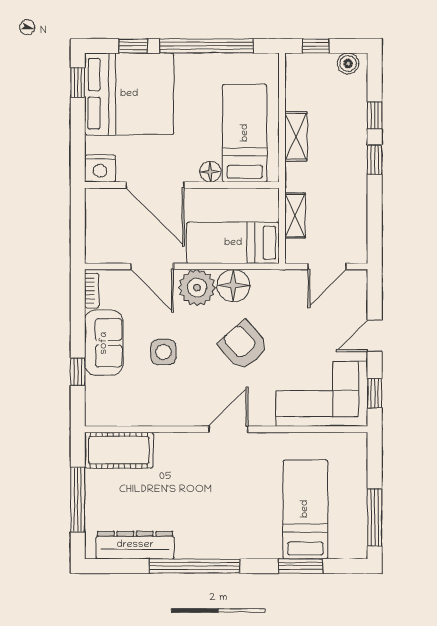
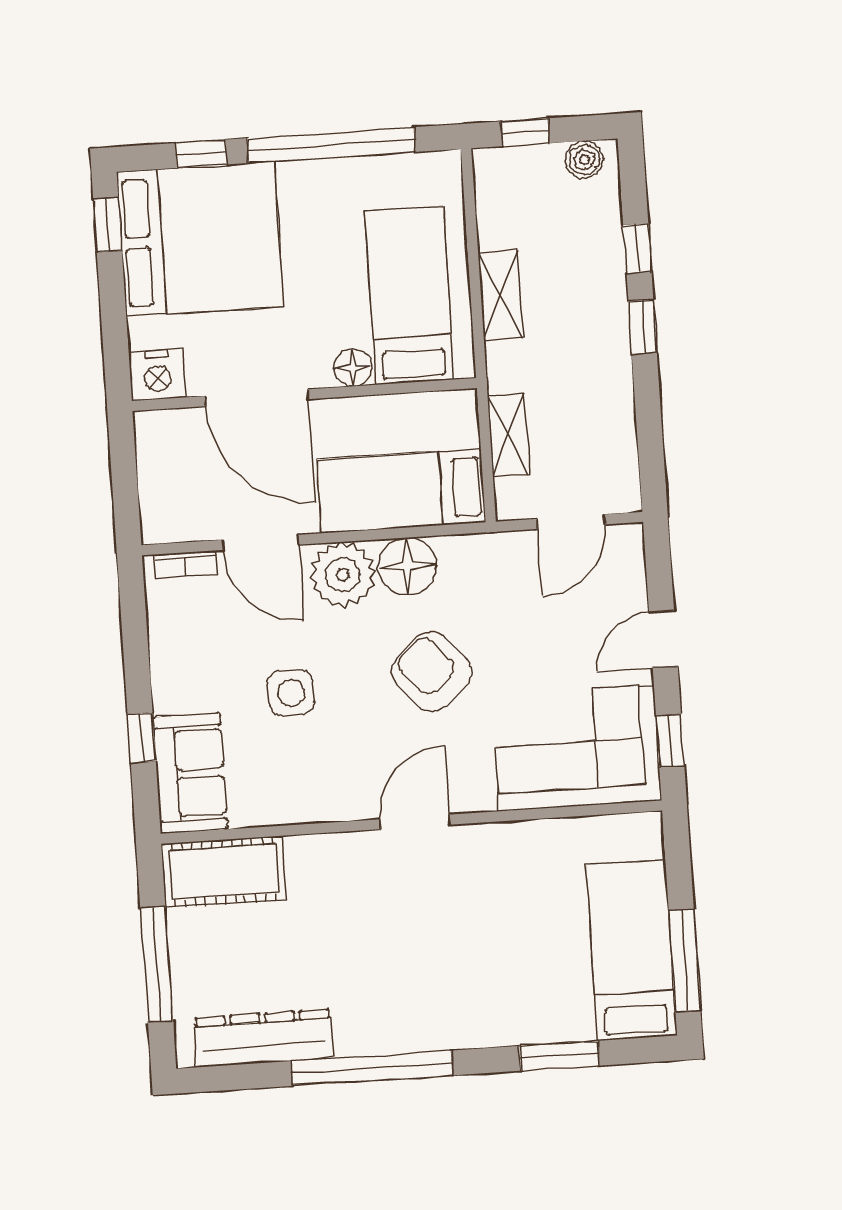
bookcase: (92, 291) -> (185, 565), moved, turned 90
sofa: (104, 343) -> (190, 773), moved
bed: (305, 509) -> (632, 950), moved

